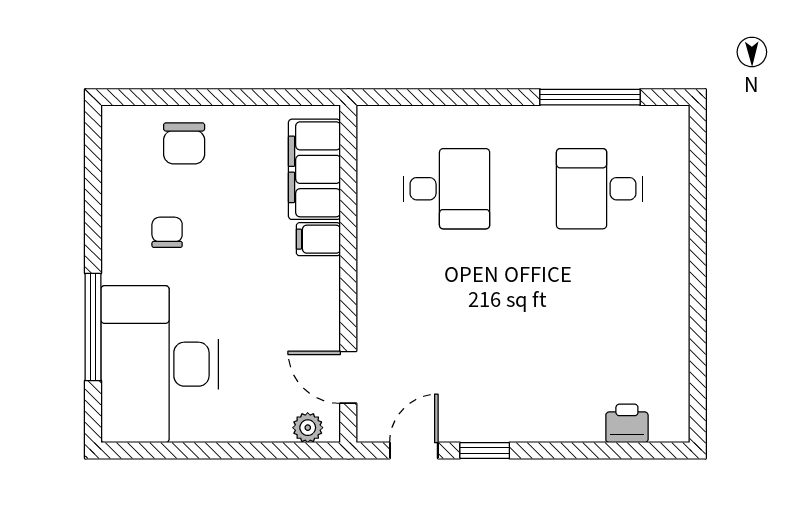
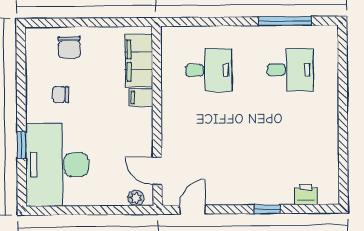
desk: (600, 189) -> (290, 70), turned 180
chair: (167, 232) -> (61, 95), turned -90
window: (93, 327) -> (22, 145), width x0.46
window: (485, 451) -> (267, 209), moved

